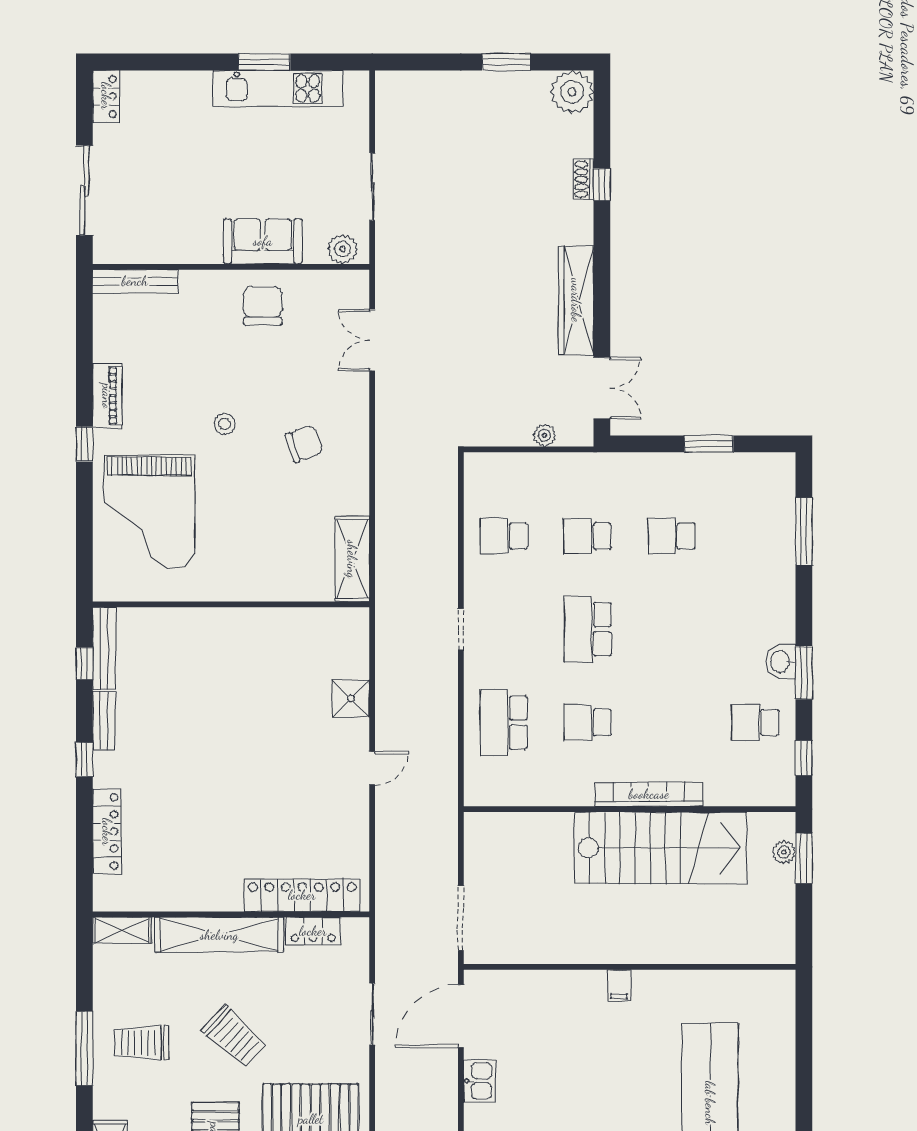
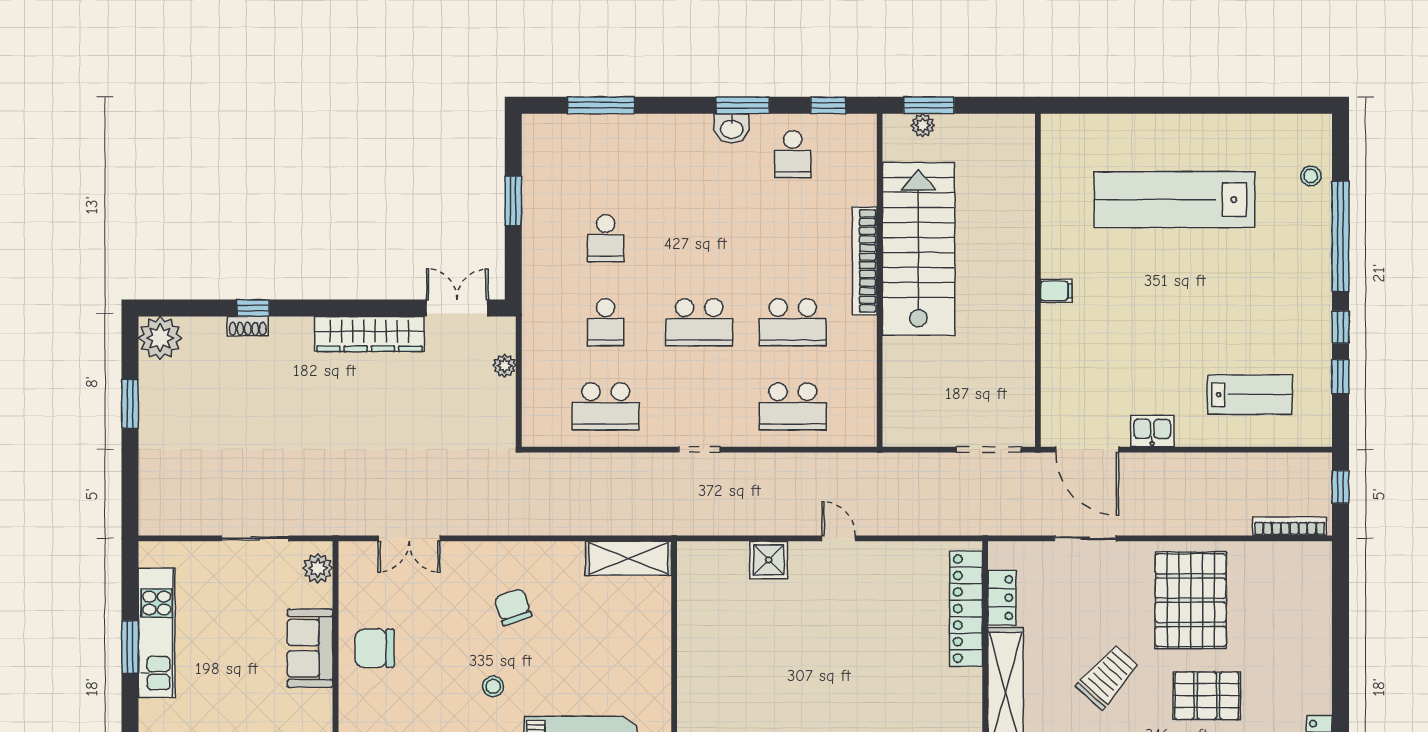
school desk: (504, 536) -> (606, 406), width x1.85
school desk: (588, 722) -> (793, 322), width x1.85

